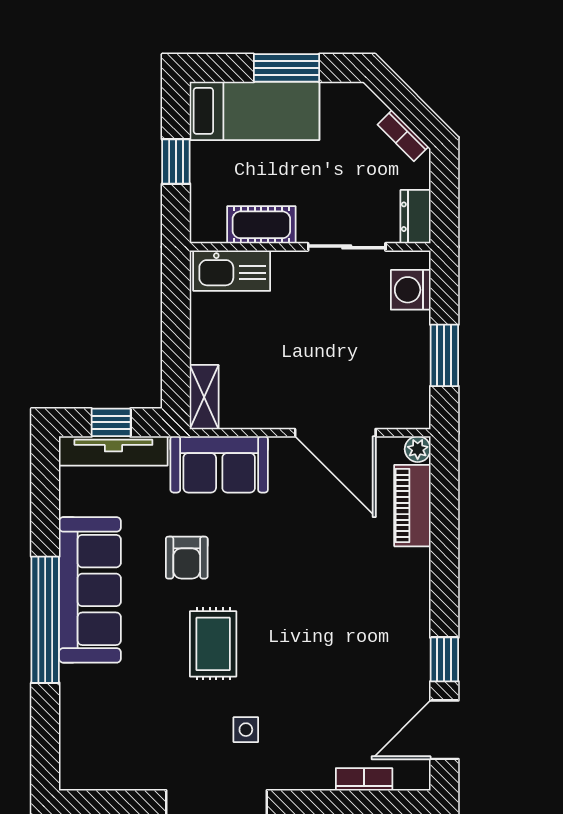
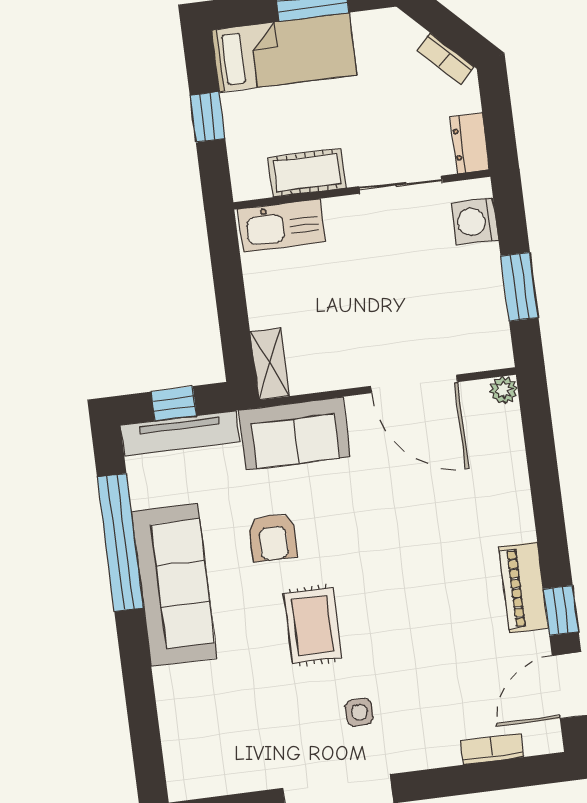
piano: (412, 506) -> (523, 587), moved
window: (45, 620) -> (120, 543), moved

